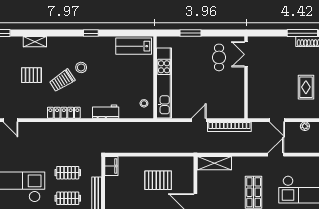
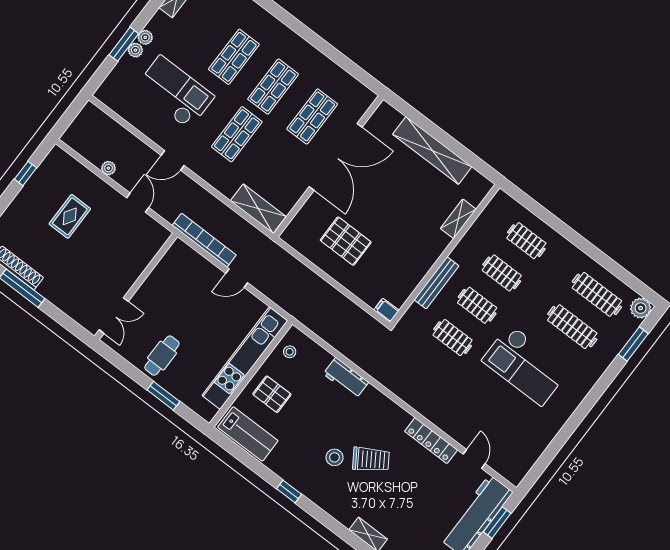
cafe table: (219, 57) -> (162, 356), moved
pallet: (31, 75) -> (272, 394), moved
locker: (64, 113) -> (431, 441), moved
filing cabinet: (111, 166) -> (386, 310), width x0.50

